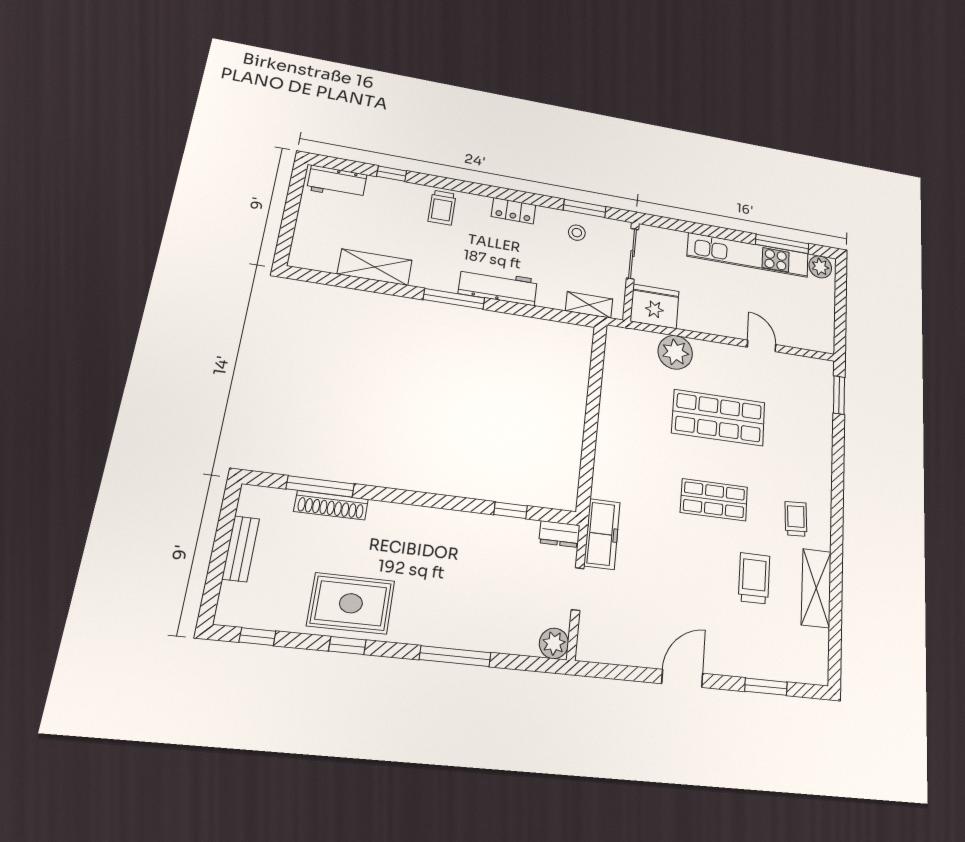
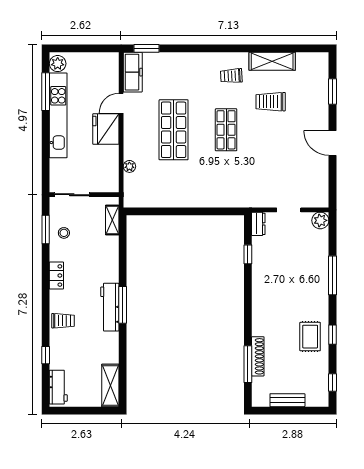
shelving: (375, 267) -> (110, 385), moved
workbench: (498, 286) -> (110, 307), moved
fridge: (655, 306) -> (106, 129), moved
plant: (675, 352) -> (129, 166), width x0.53, depth x0.53
freezer: (602, 534) -> (133, 72), moved, turned 90
rug: (351, 603) -> (310, 337), width x0.73, depth x0.70

